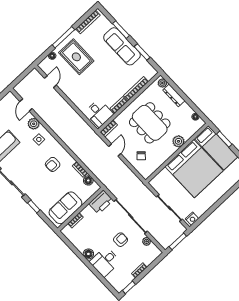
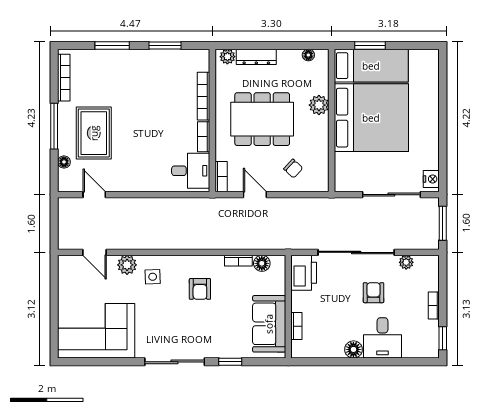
sofa: (122, 46) -> (134, 64), removed
rug: (76, 57) -> (94, 133), turned 90

